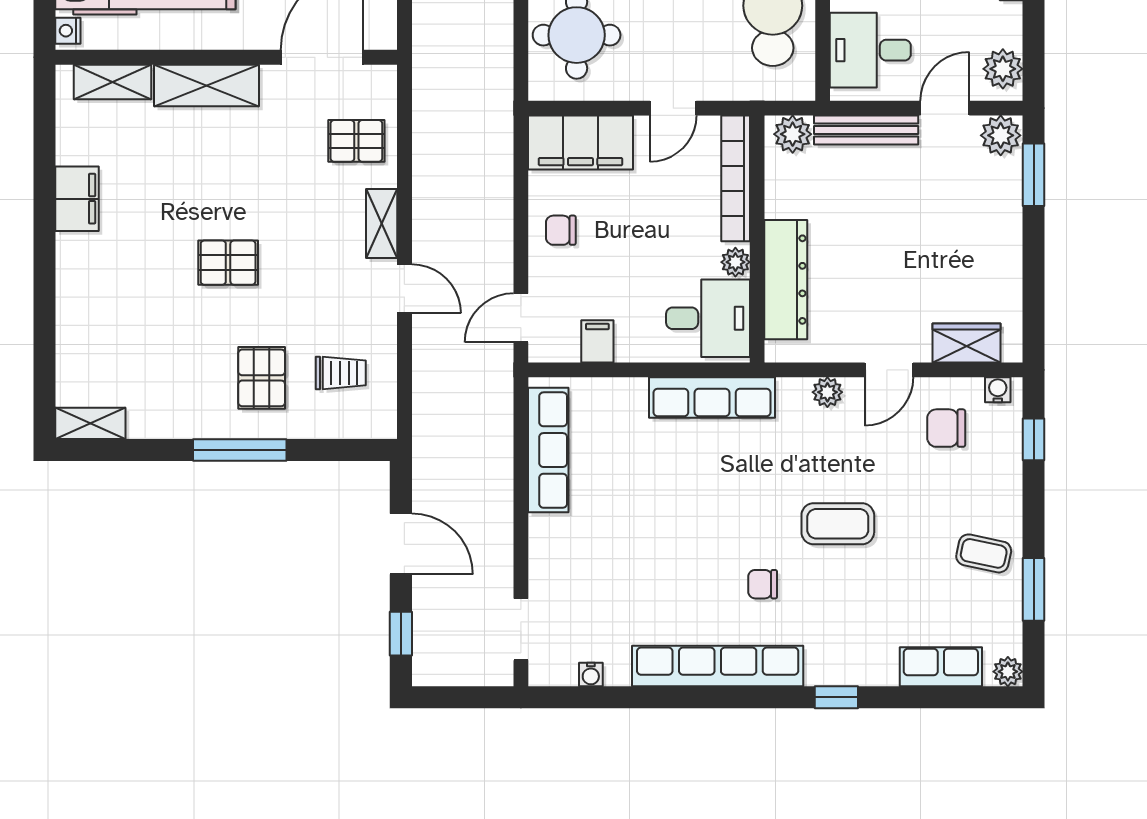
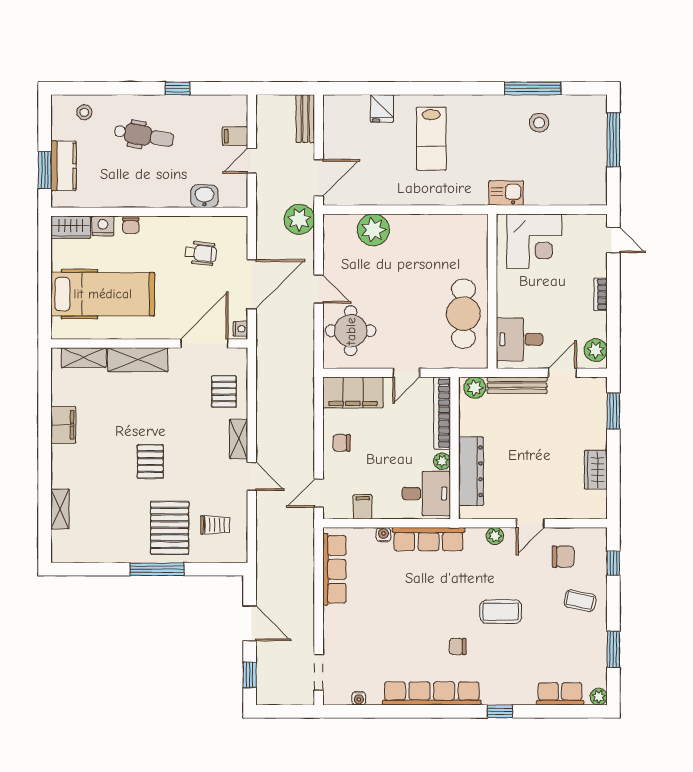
nightstand: (68, 31) -> (240, 329), moved, turned 180
plant: (1001, 135) -> (594, 388), removed
pallet: (356, 141) -> (224, 392), turned 90
pallet: (228, 263) -> (150, 462), turned 90
wardrobe: (966, 343) -> (596, 470), moved, turned -90
pallet: (262, 378) -> (170, 528), width x1.50, depth x1.42
water cooler: (998, 390) -> (383, 535), moved
shelving: (90, 423) -> (60, 509), moved, turned 90
chair: (946, 428) -> (563, 557), turned 180
coffee table: (984, 553) -> (580, 601), moved

